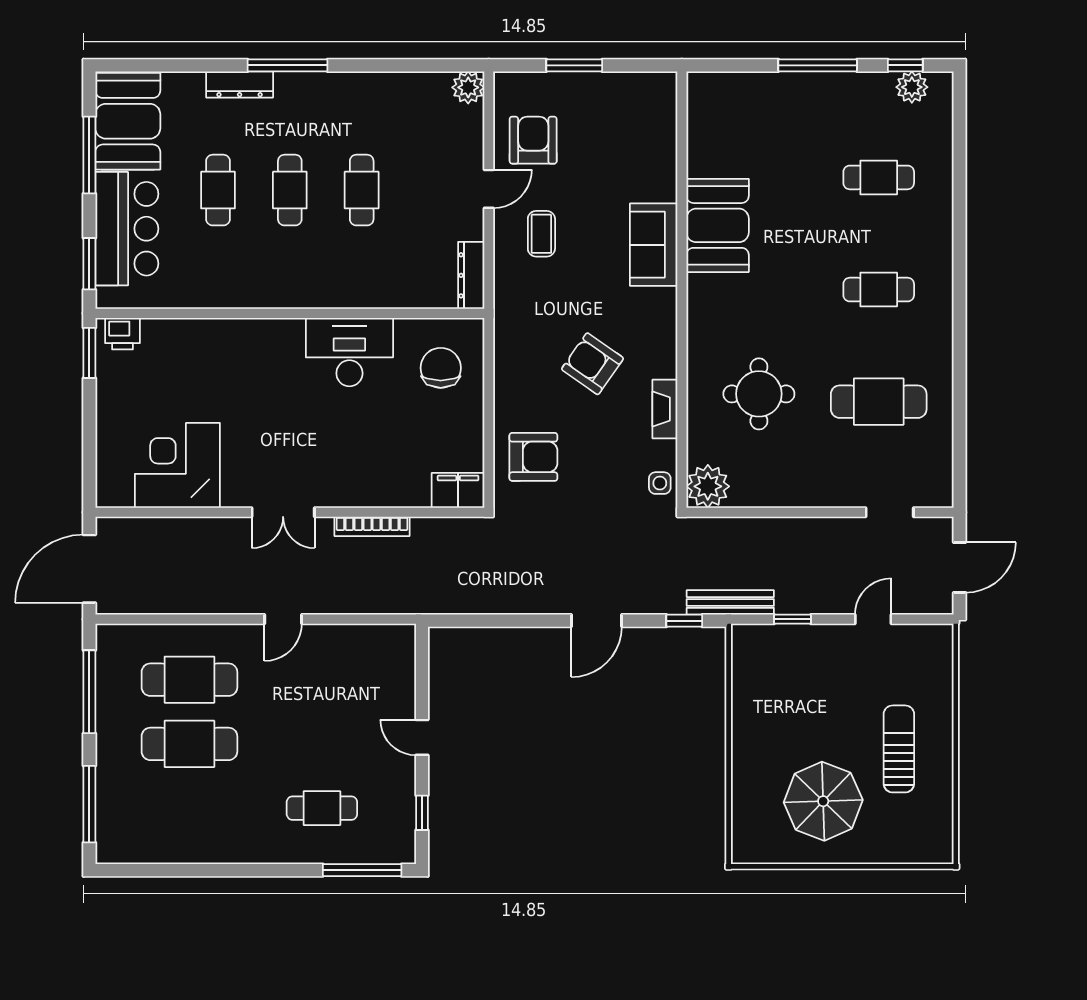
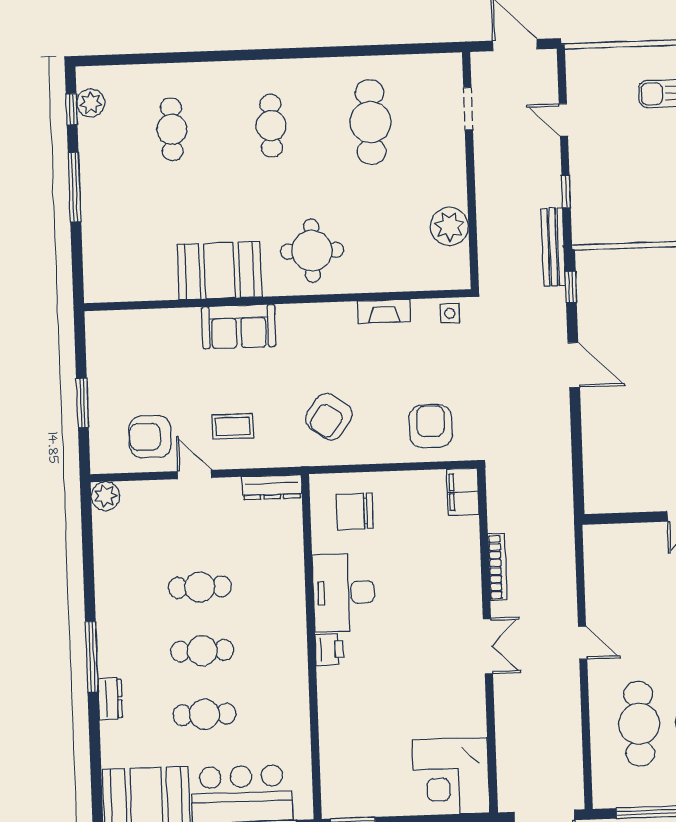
dresser: (240, 84) -> (110, 699), width x0.70
printer: (122, 334) -> (329, 649), moved
armchair: (592, 364) -> (329, 417), moved
round table: (759, 394) -> (312, 251), moved
corner desk: (177, 465) -> (451, 776), moved
plant: (708, 486) -> (449, 226), moved

